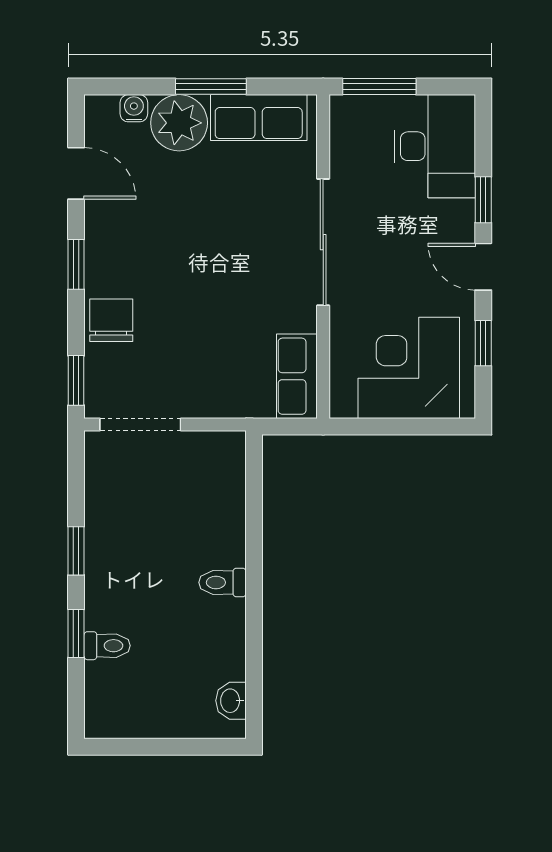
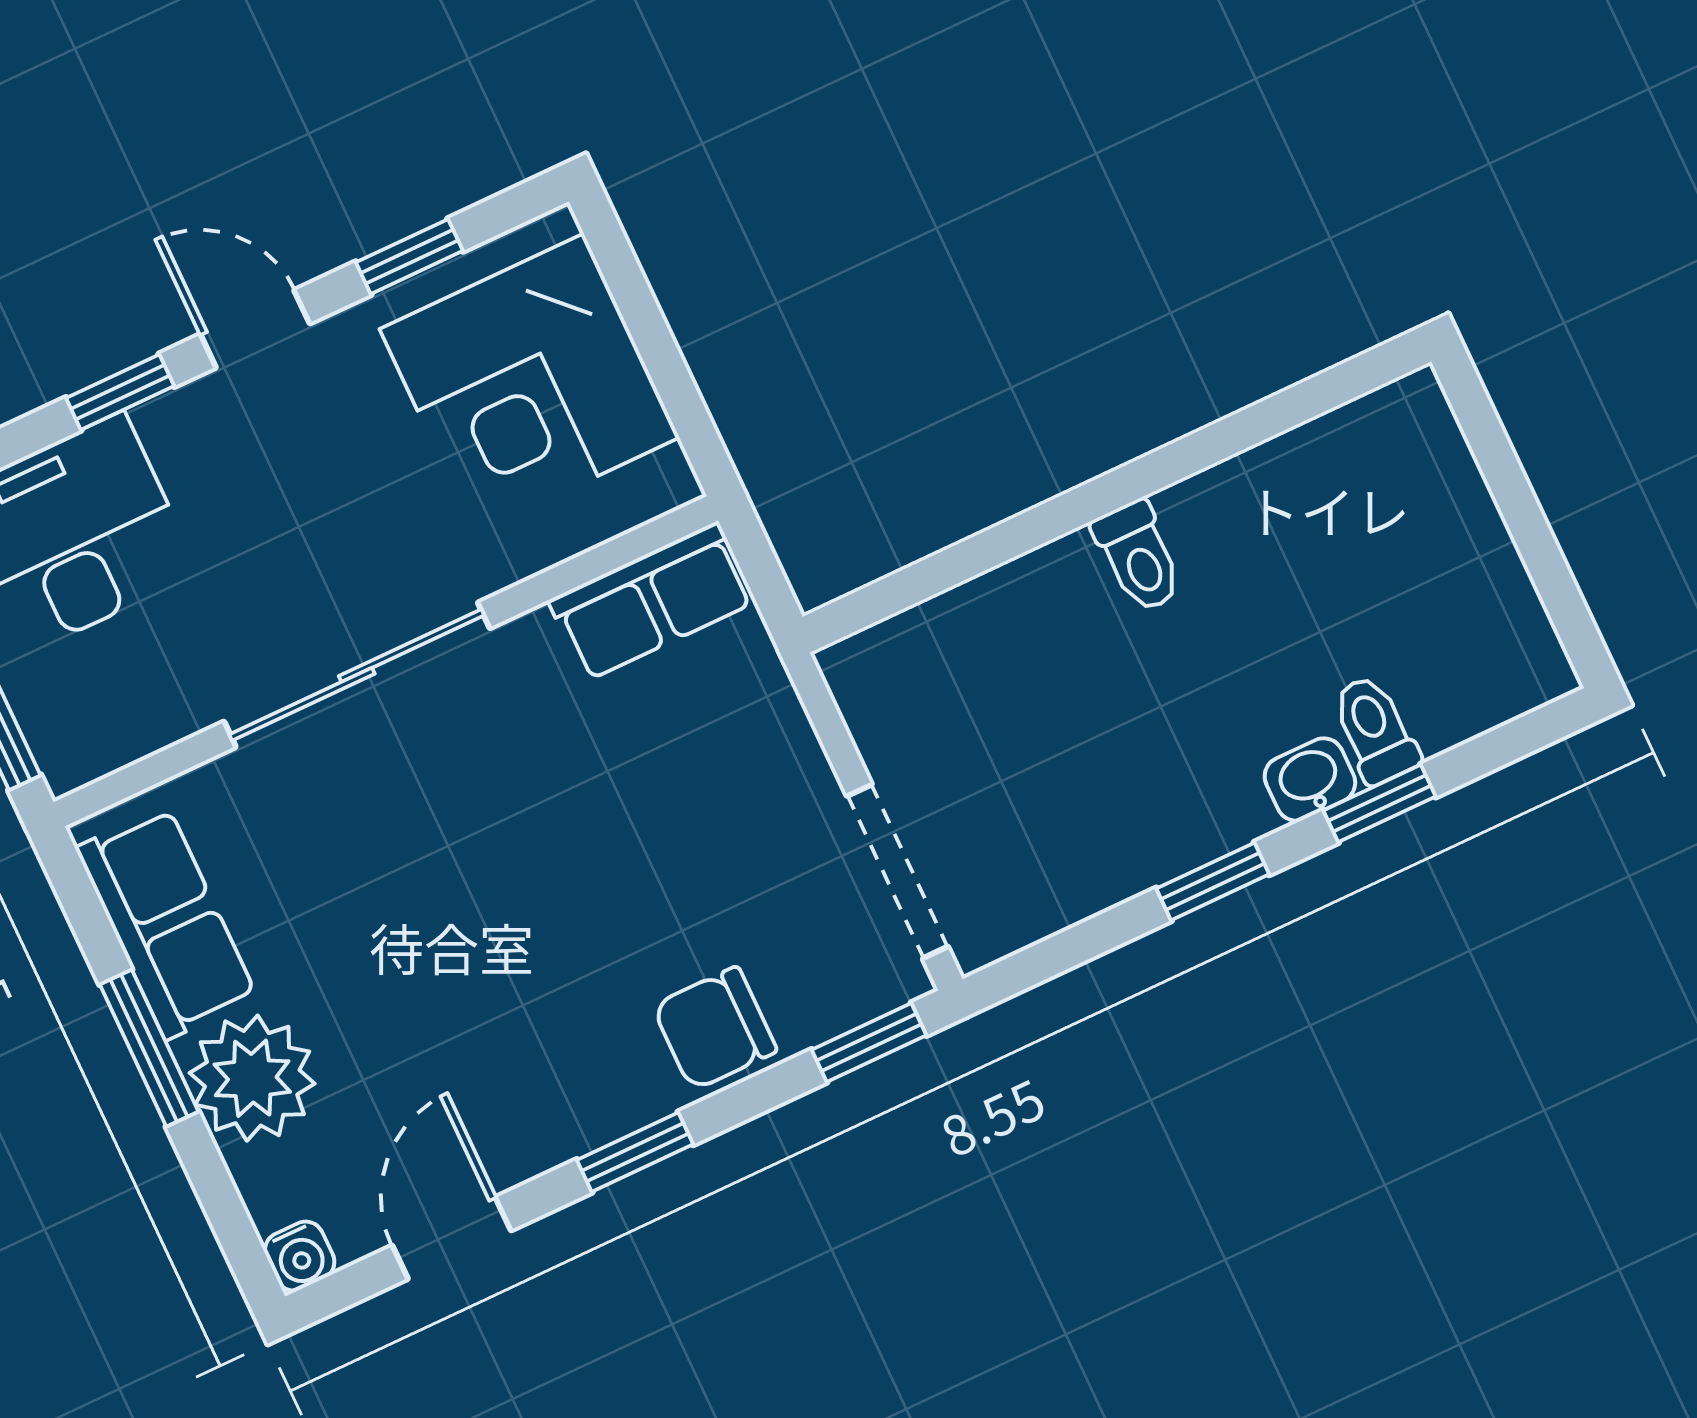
water cooler: (134, 108) -> (300, 1256), moved, turned -90
door: (483, 267) -> (255, 329), swing flipped
washbasin: (231, 701) -> (1310, 780), moved, turned 180

